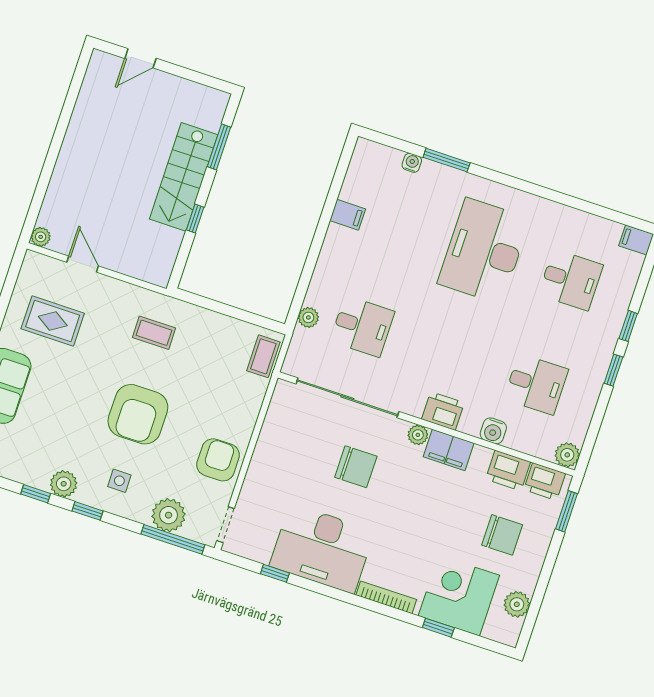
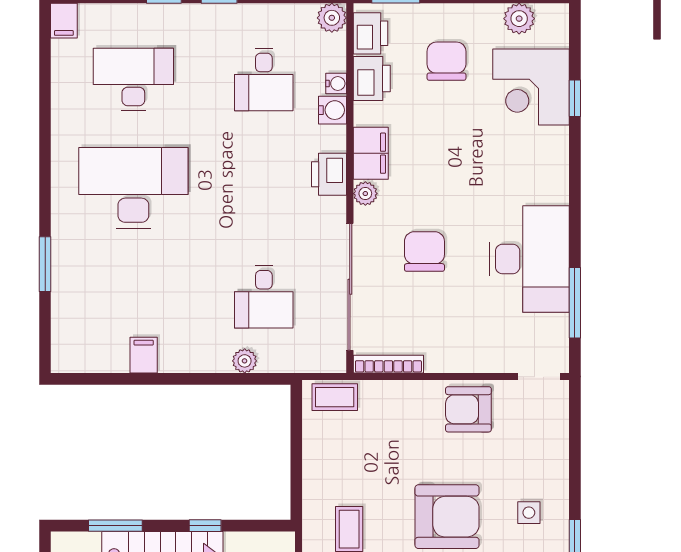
water cooler: (412, 163) -> (336, 84), moved, turned 180
desk: (484, 251) -> (133, 188), turned 180
desk: (571, 280) -> (133, 79), width x1.37
plant: (308, 317) -> (245, 361), moved
desk: (362, 326) -> (264, 297), turned 180
desk: (536, 384) -> (264, 79), turned 180
plant: (169, 515) -> (549, 444), removed
window: (173, 539) -> (575, 430), removed
window: (275, 573) -> (575, 303), width x2.17
bookcase: (386, 597) -> (388, 364), moved, turned 90

